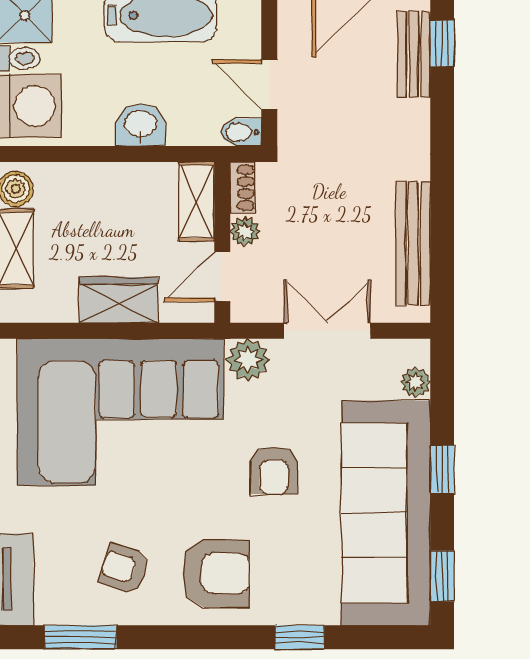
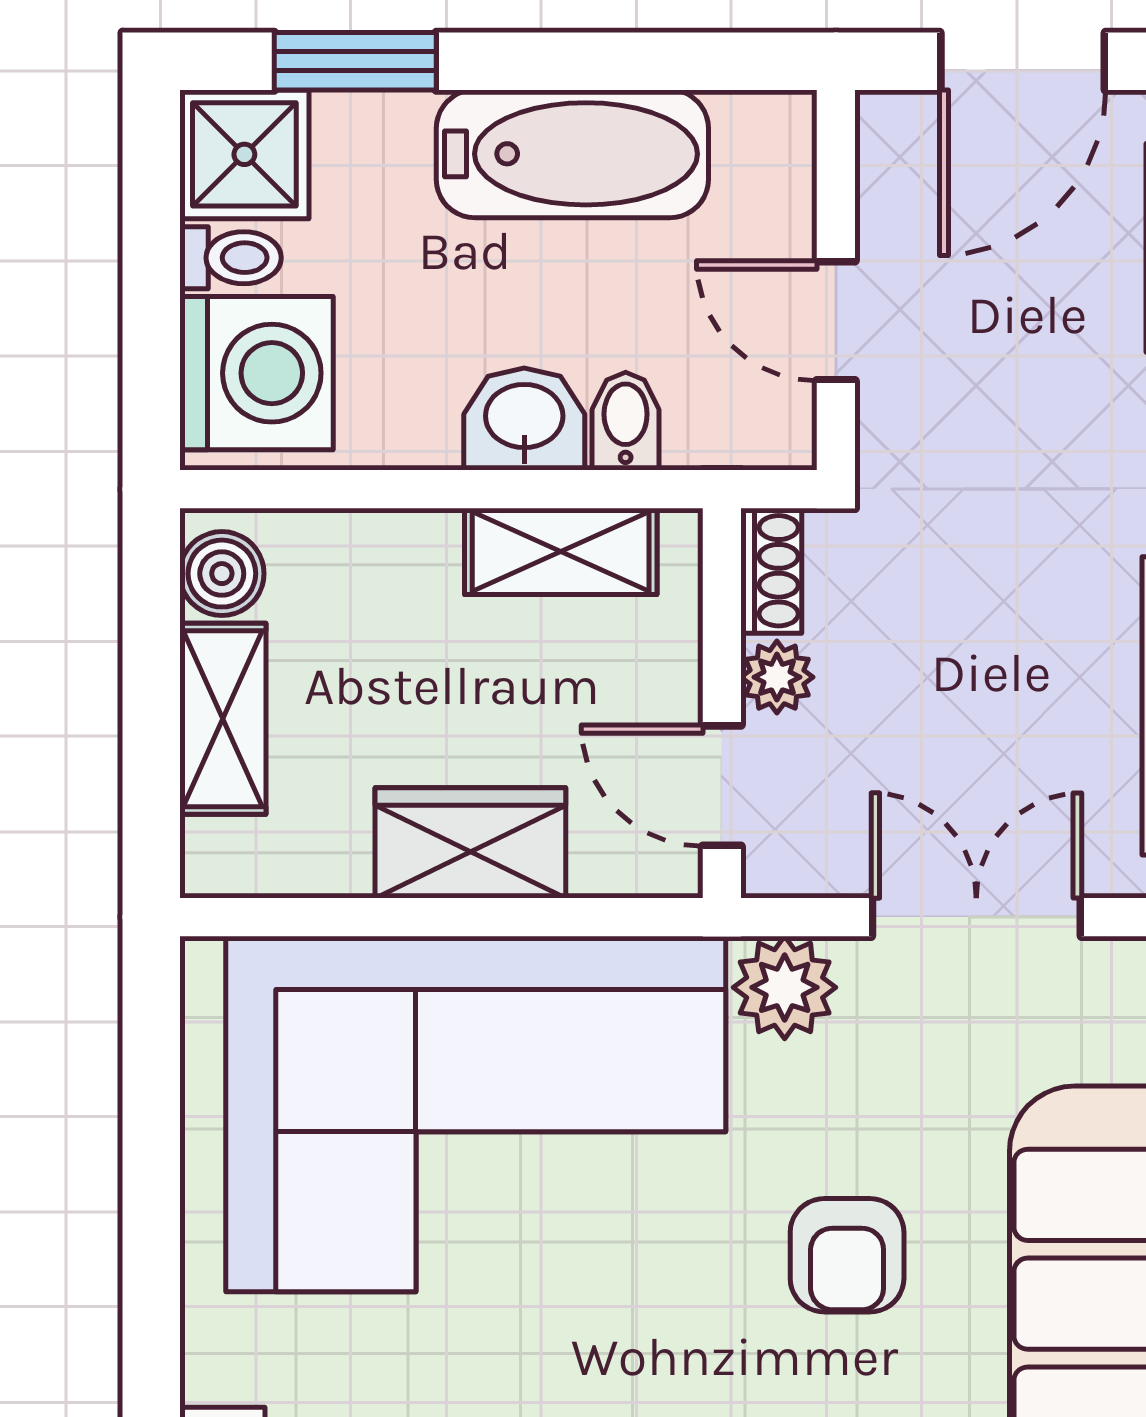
bidet: (241, 132) -> (626, 421), moved, turned 90
shelving: (196, 202) -> (561, 551), moved, turned 90
door: (222, 276) -> (722, 786), hinge flipped

